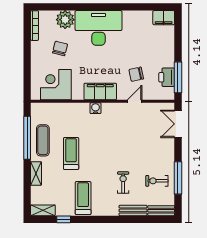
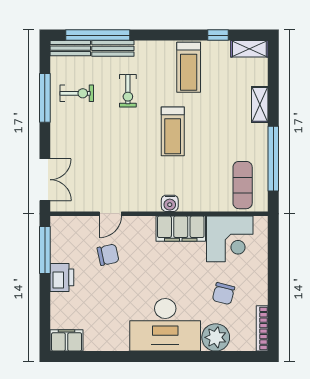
printer: (167, 77) -> (62, 277), moved
filing cabinet: (100, 91) -> (181, 229), moved
exercise mat: (43, 140) -> (243, 185), moved
treadmill: (71, 153) -> (173, 131), moved
window: (143, 219) -> (98, 35), added

